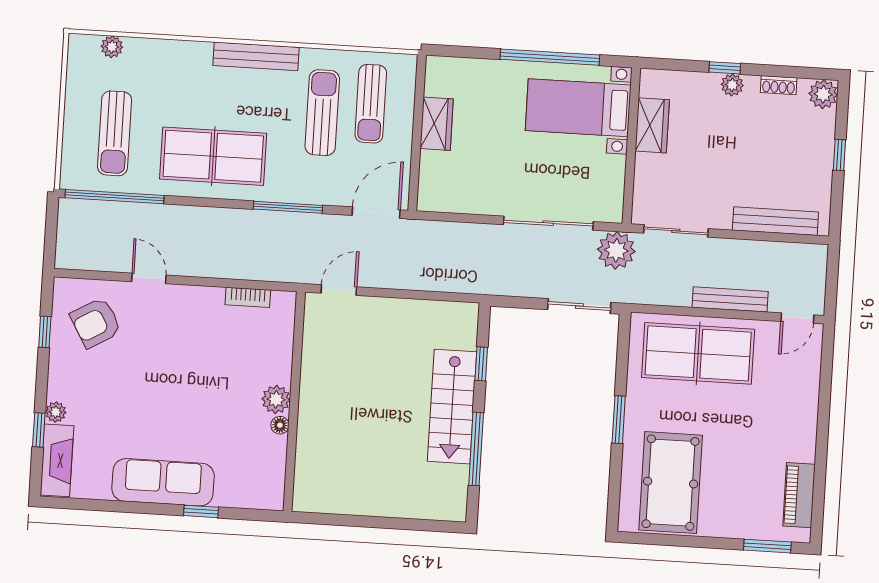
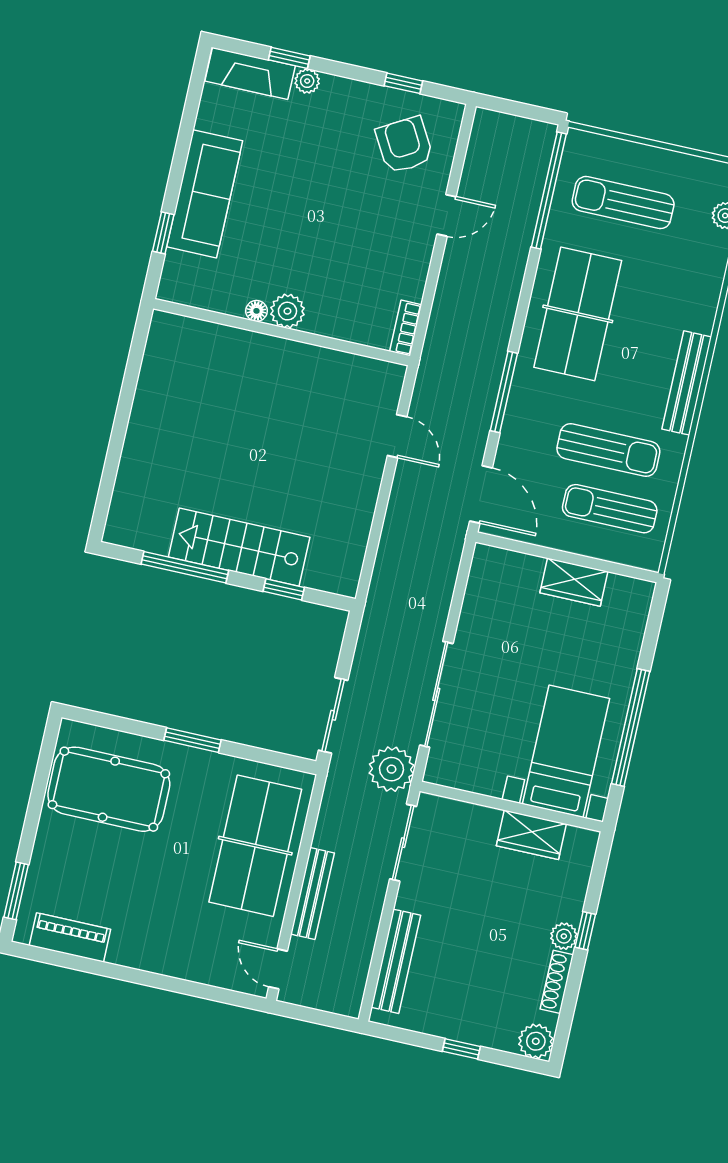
shoe rack: (779, 85) -> (557, 982), width x1.43
plant: (276, 399) -> (287, 311), moved
wall: (294, 402) -> (282, 332), moved
floor lamp: (280, 425) -> (257, 311), moved

